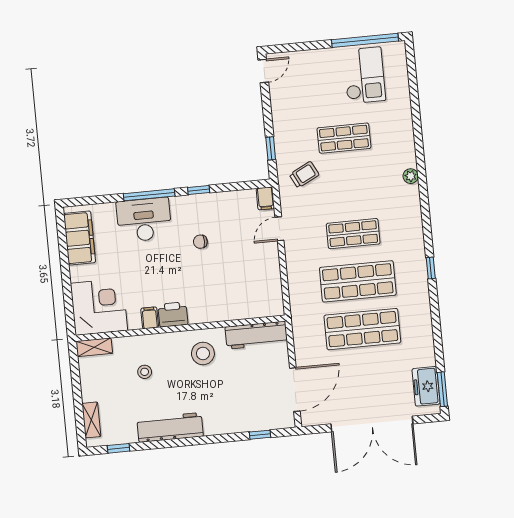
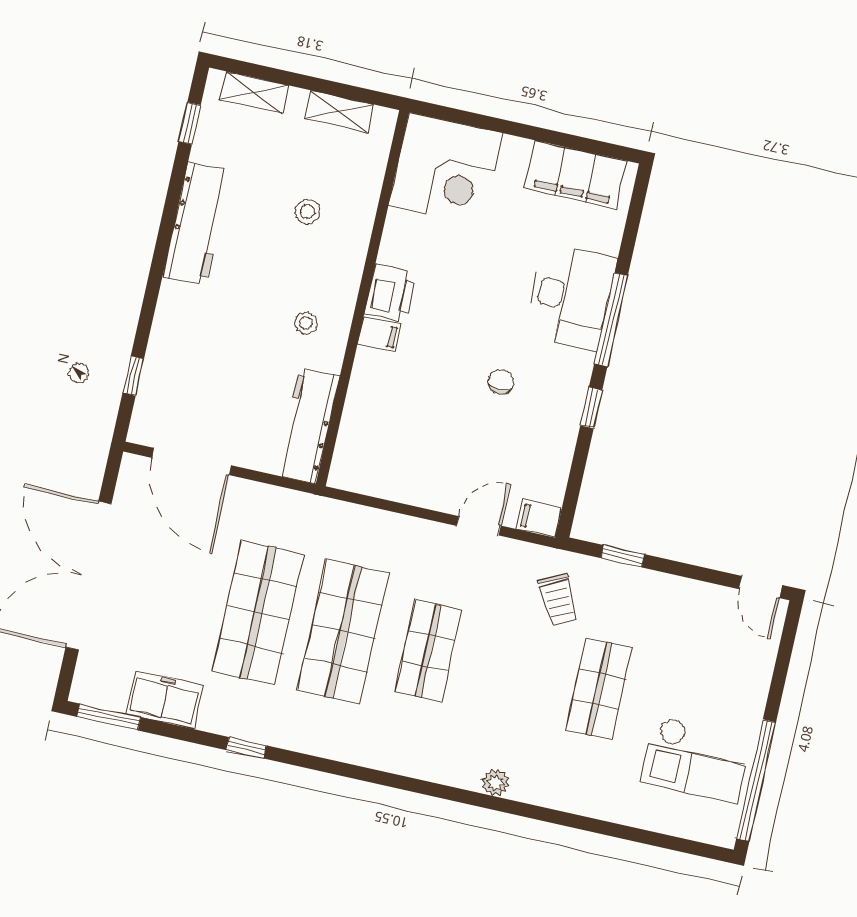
door: (279, 229) -> (479, 526), hinge flipped
window: (431, 268) -> (246, 748), moved
filing cabinet: (150, 318) -> (379, 334), moved
shelving: (94, 347) -> (339, 111), moved, turned 90
stool: (203, 353) -> (306, 323), width x0.53, depth x0.53
freezer: (426, 386) -> (165, 700), moved

